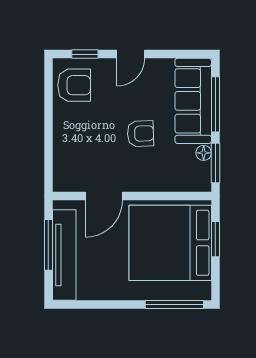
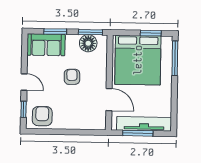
sofa: (193, 101) -> (46, 45), width x0.73
window: (215, 104) -> (55, 32), width x0.69
floor lamp: (204, 153) -> (88, 43), width x1.89, depth x1.89
window: (215, 239) -> (151, 33), moved

